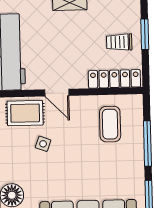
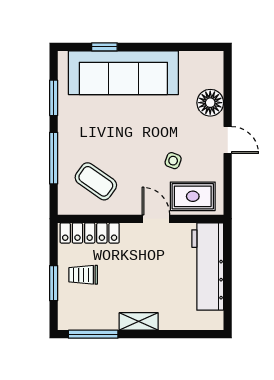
trolley: (119, 42) -> (83, 275), turned 180
coffee table: (110, 124) -> (96, 181), turned -55

